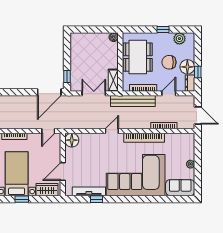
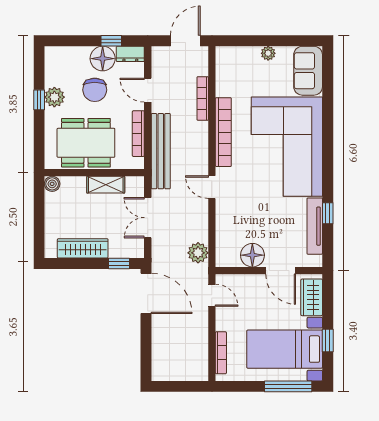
plant: (179, 39) -> (54, 97), moved
wardrobe: (76, 55) -> (83, 248), added
shelving: (113, 80) -> (106, 185), moved
plant: (73, 123) -> (198, 253), added
floor lamp: (72, 140) -> (252, 255), moved

